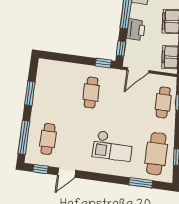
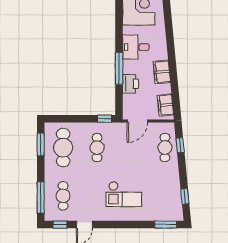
window: (121, 49) -> (119, 103), removed
window: (30, 93) -> (41, 144), moved
cafe table: (156, 154) -> (63, 148), moved
window: (141, 183) -> (166, 225), moved

